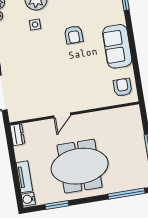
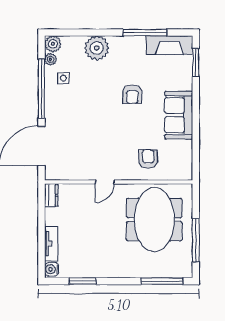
side table: (35, 25) -> (63, 78), moved
armchair: (123, 87) -> (148, 159), moved
meeting table: (80, 166) -> (154, 220), moved, turned 90

